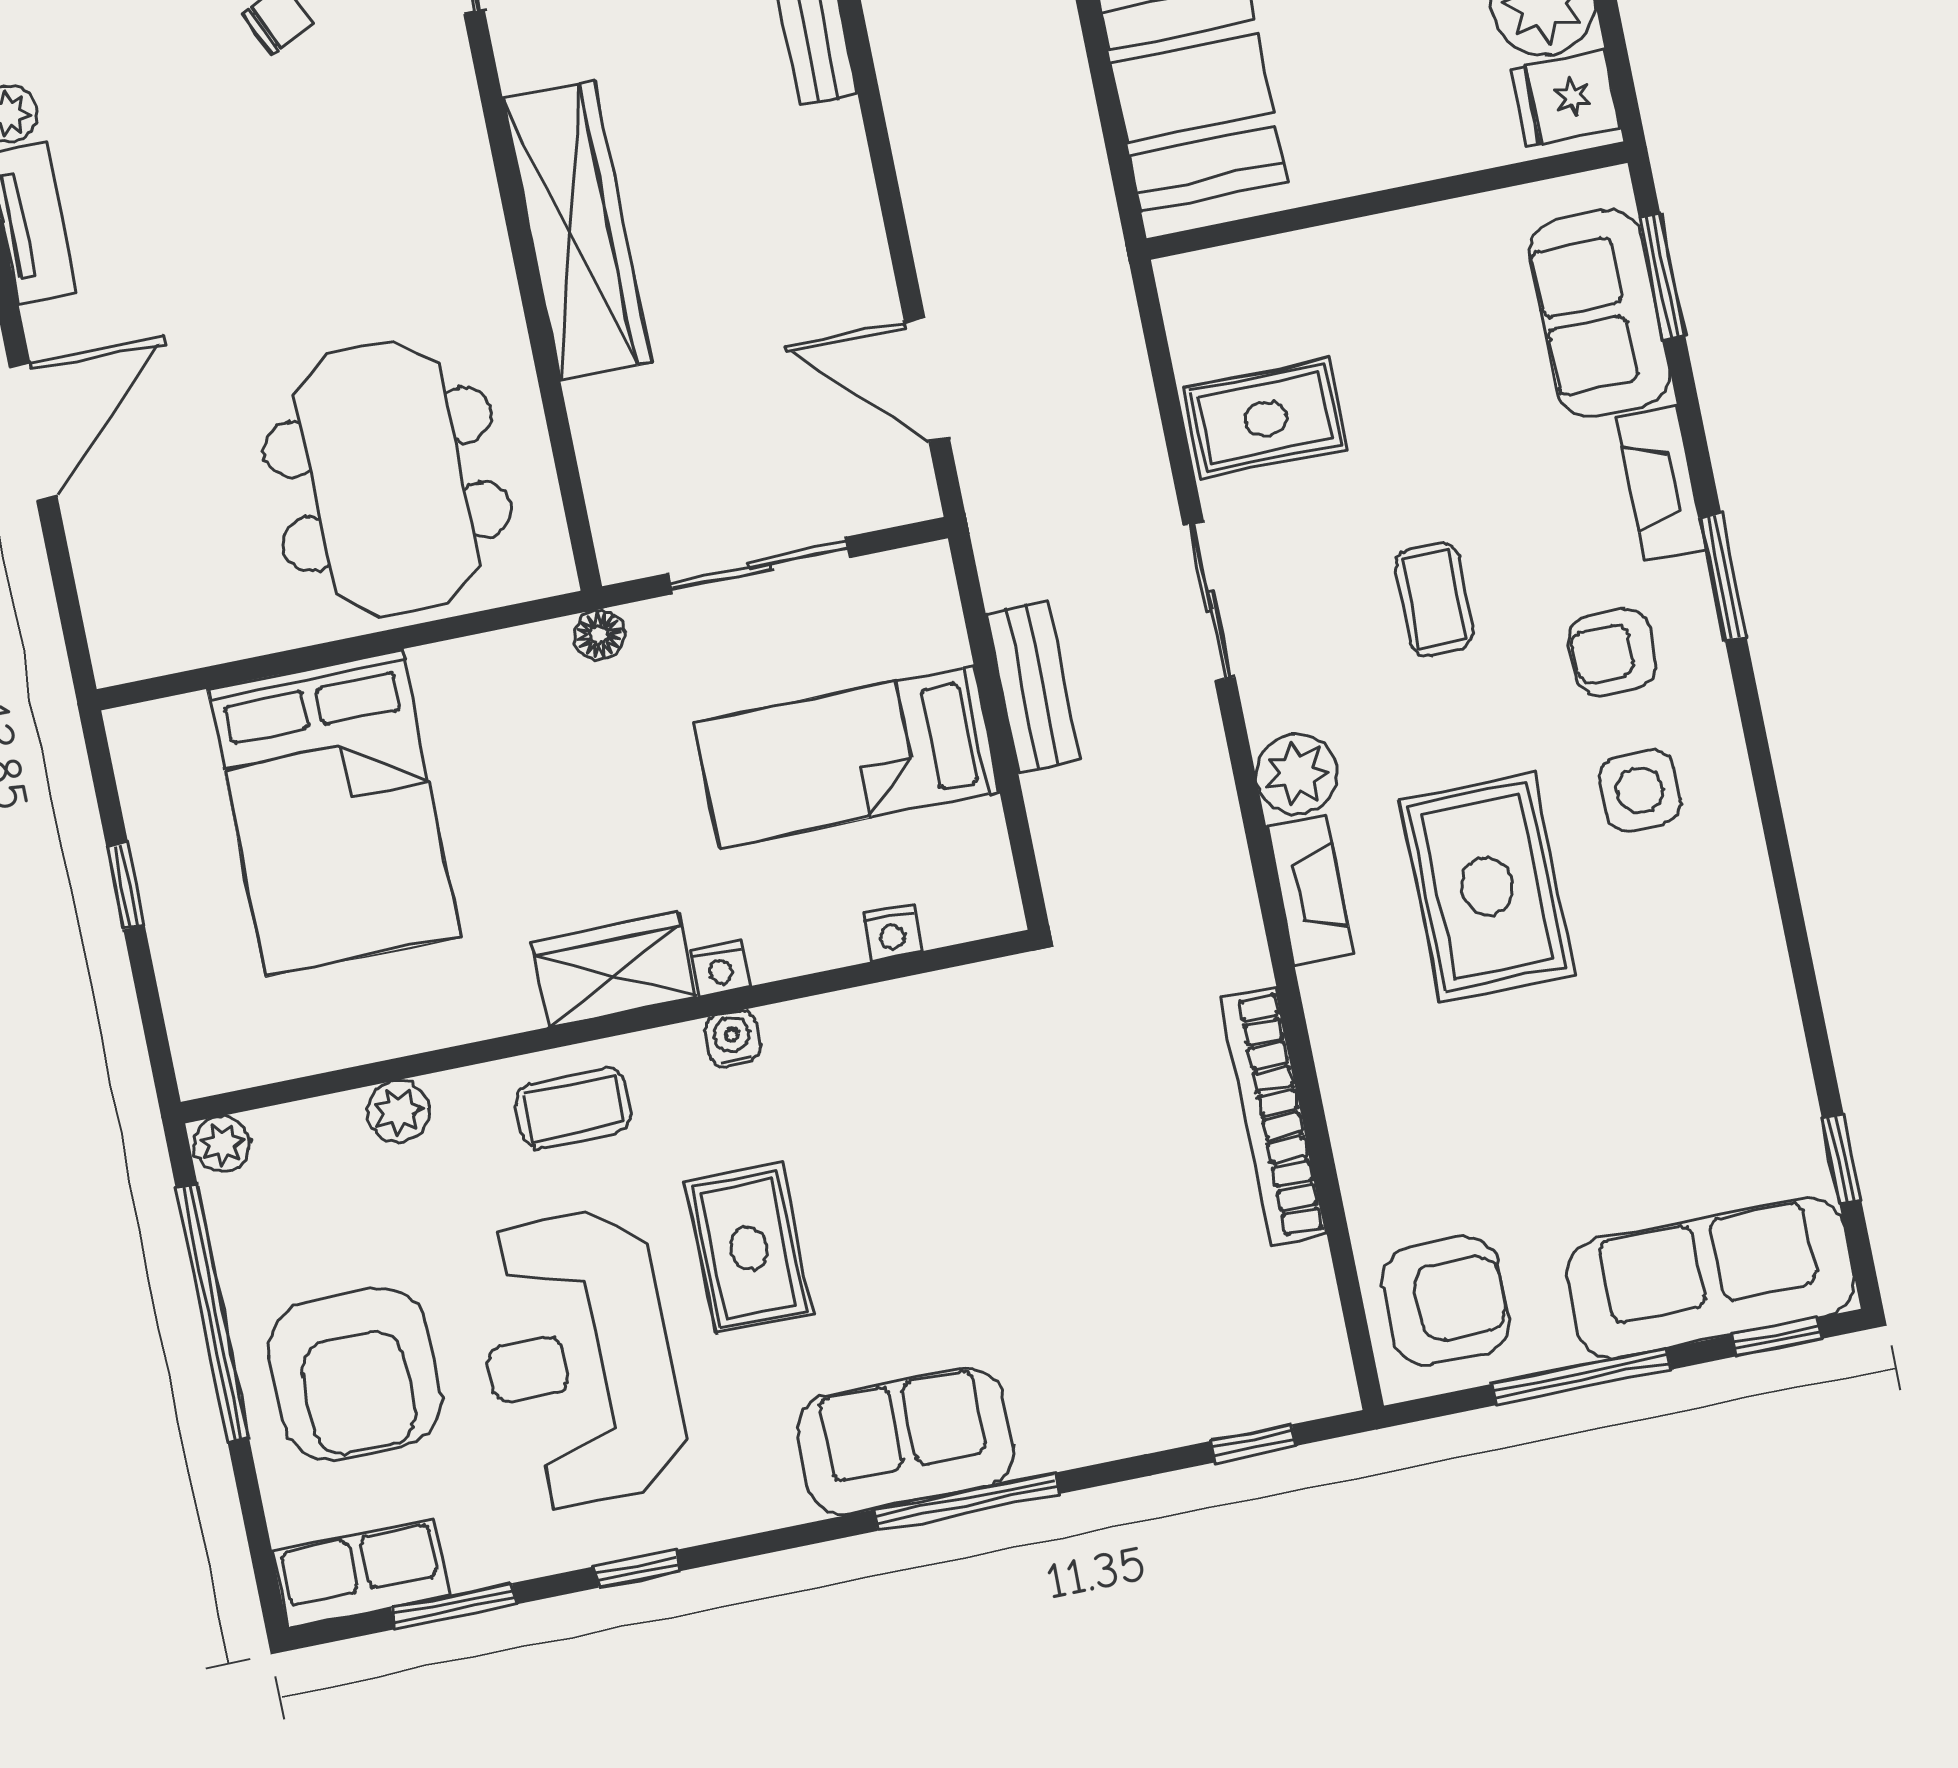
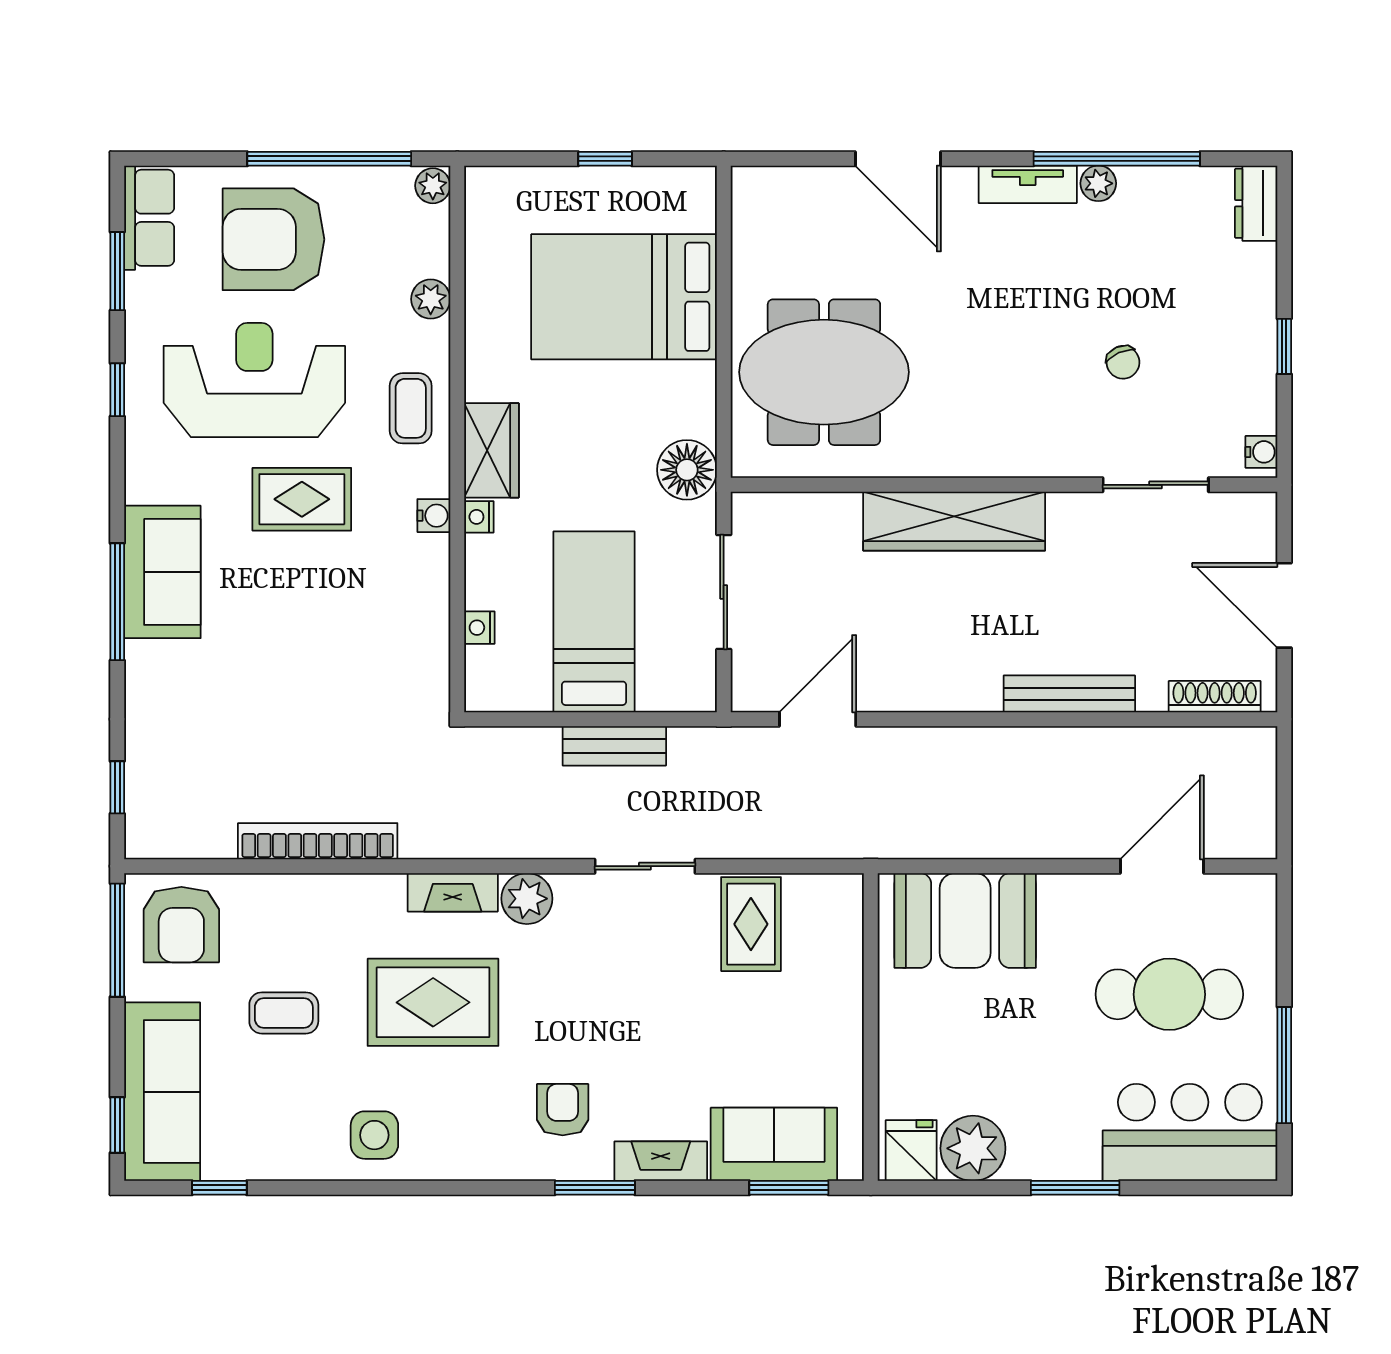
coffee table: (1434, 599) -> (284, 1013), moved
floor lamp: (599, 635) -> (687, 470), width x1.89, depth x1.89
side table: (1640, 790) -> (374, 1135), moved
window: (1582, 1377) -> (117, 940), moved

